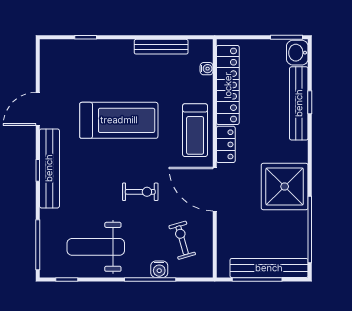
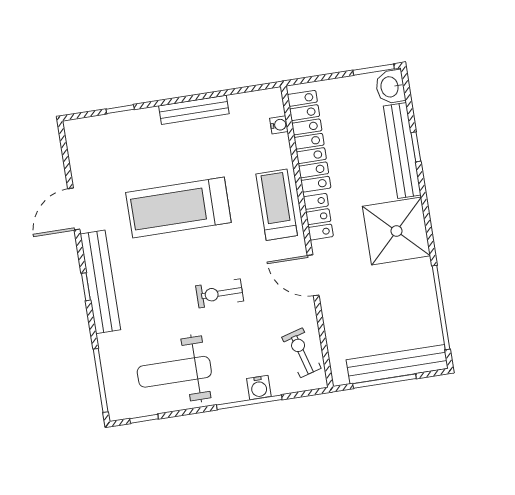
bench: (161, 47) -> (194, 110), moved
treadmill: (119, 120) -> (178, 208), turned 180
treadmill: (195, 130) -> (277, 205), turned 180
shower: (285, 187) -> (397, 231), moved
door: (215, 189) -> (313, 275), width x0.73
exercise bike: (140, 192) -> (220, 293), turned 180
exercise bike: (182, 240) -> (301, 353), moved

